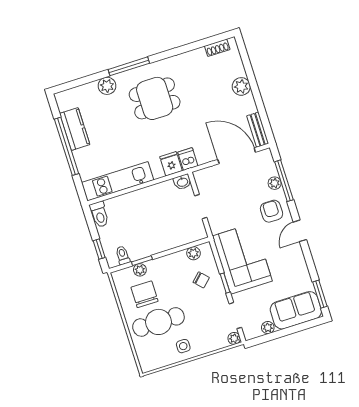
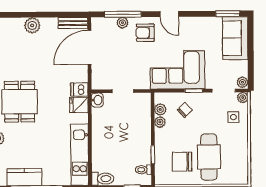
plant: (140, 270) -> (160, 122), moved
plant: (268, 328) -> (242, 82), moved
side table: (183, 346) -> (233, 117), moved

